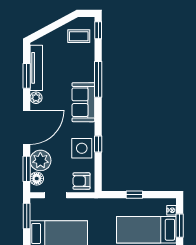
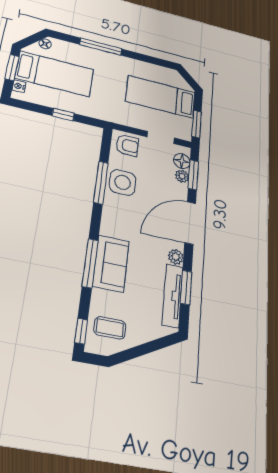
sofa: (83, 102) -> (111, 263), moved
window: (98, 144) -> (101, 183), width x2.17
plant: (40, 160) -> (182, 176), width x0.53, depth x0.53

